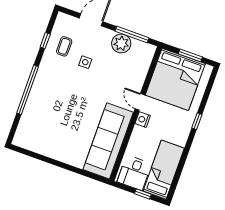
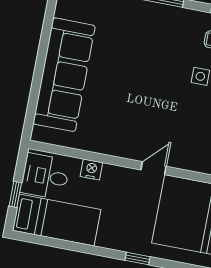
nightstand: (143, 120) -> (91, 170), moved
sofa: (108, 141) -> (64, 75), moved, turned 90

